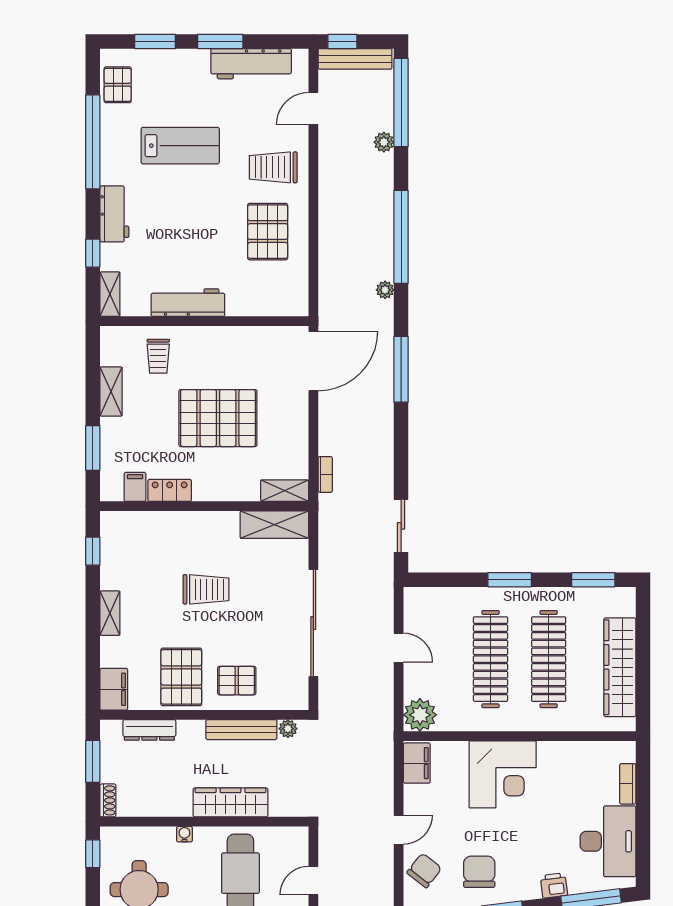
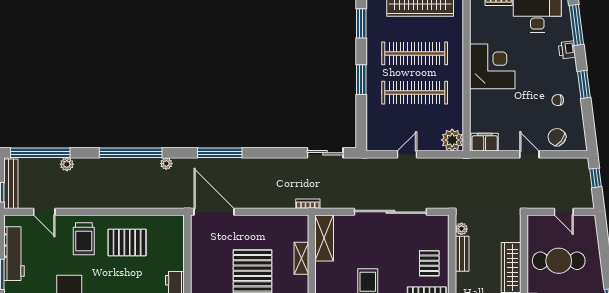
bookcase: (325, 474) -> (308, 204), moved
shelving: (285, 491) -> (301, 258), moved
bench: (241, 730) -> (462, 254), width x0.73
corner desk: (503, 774) -> (492, 66), moved
chair: (479, 872) -> (558, 100), width x0.54, depth x0.54

